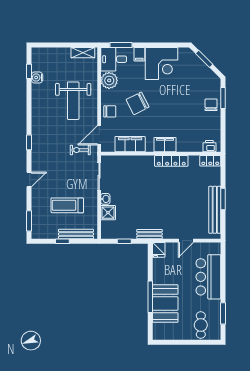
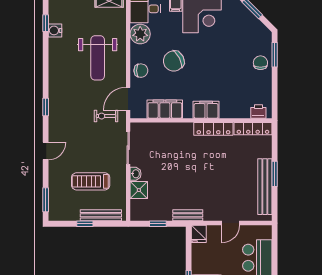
locker: (210, 161) -> (253, 129), width x1.53

